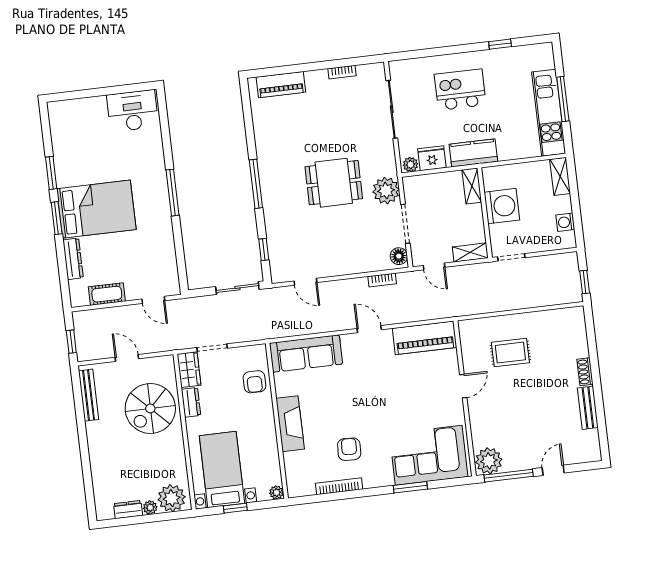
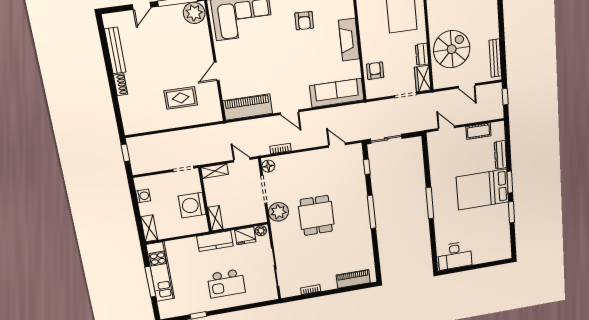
dining table: (334, 183) -> (316, 215), turned 90
bench: (588, 408) -> (115, 51), width x1.36

